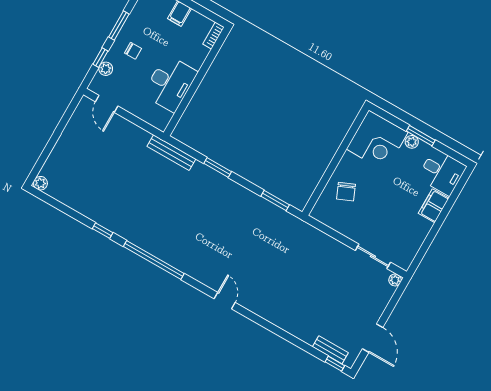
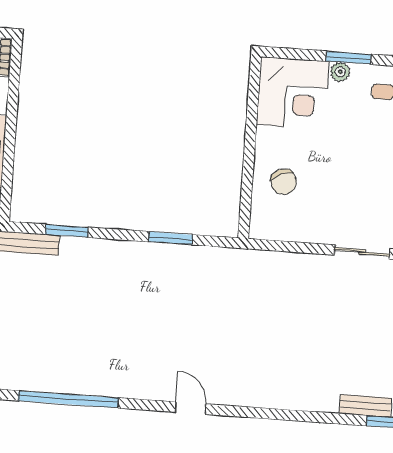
window: (218, 167) -> (67, 231), moved
window: (275, 200) -> (171, 238), moved

